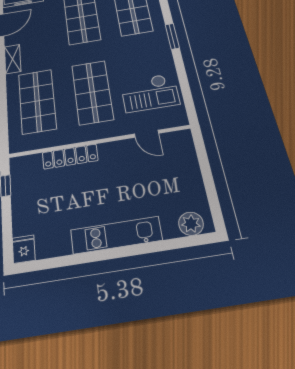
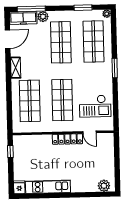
locker: (70, 157) -> (67, 139), moved
kitchen unit: (116, 235) -> (48, 187), moved

